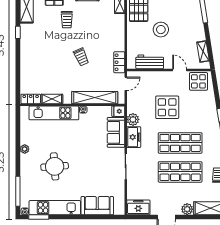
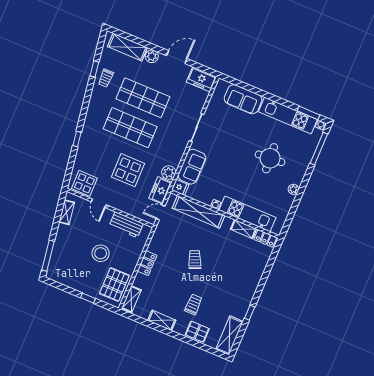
locker: (119, 62) -> (147, 263), moved
freezer: (134, 137) -> (160, 190), moved

